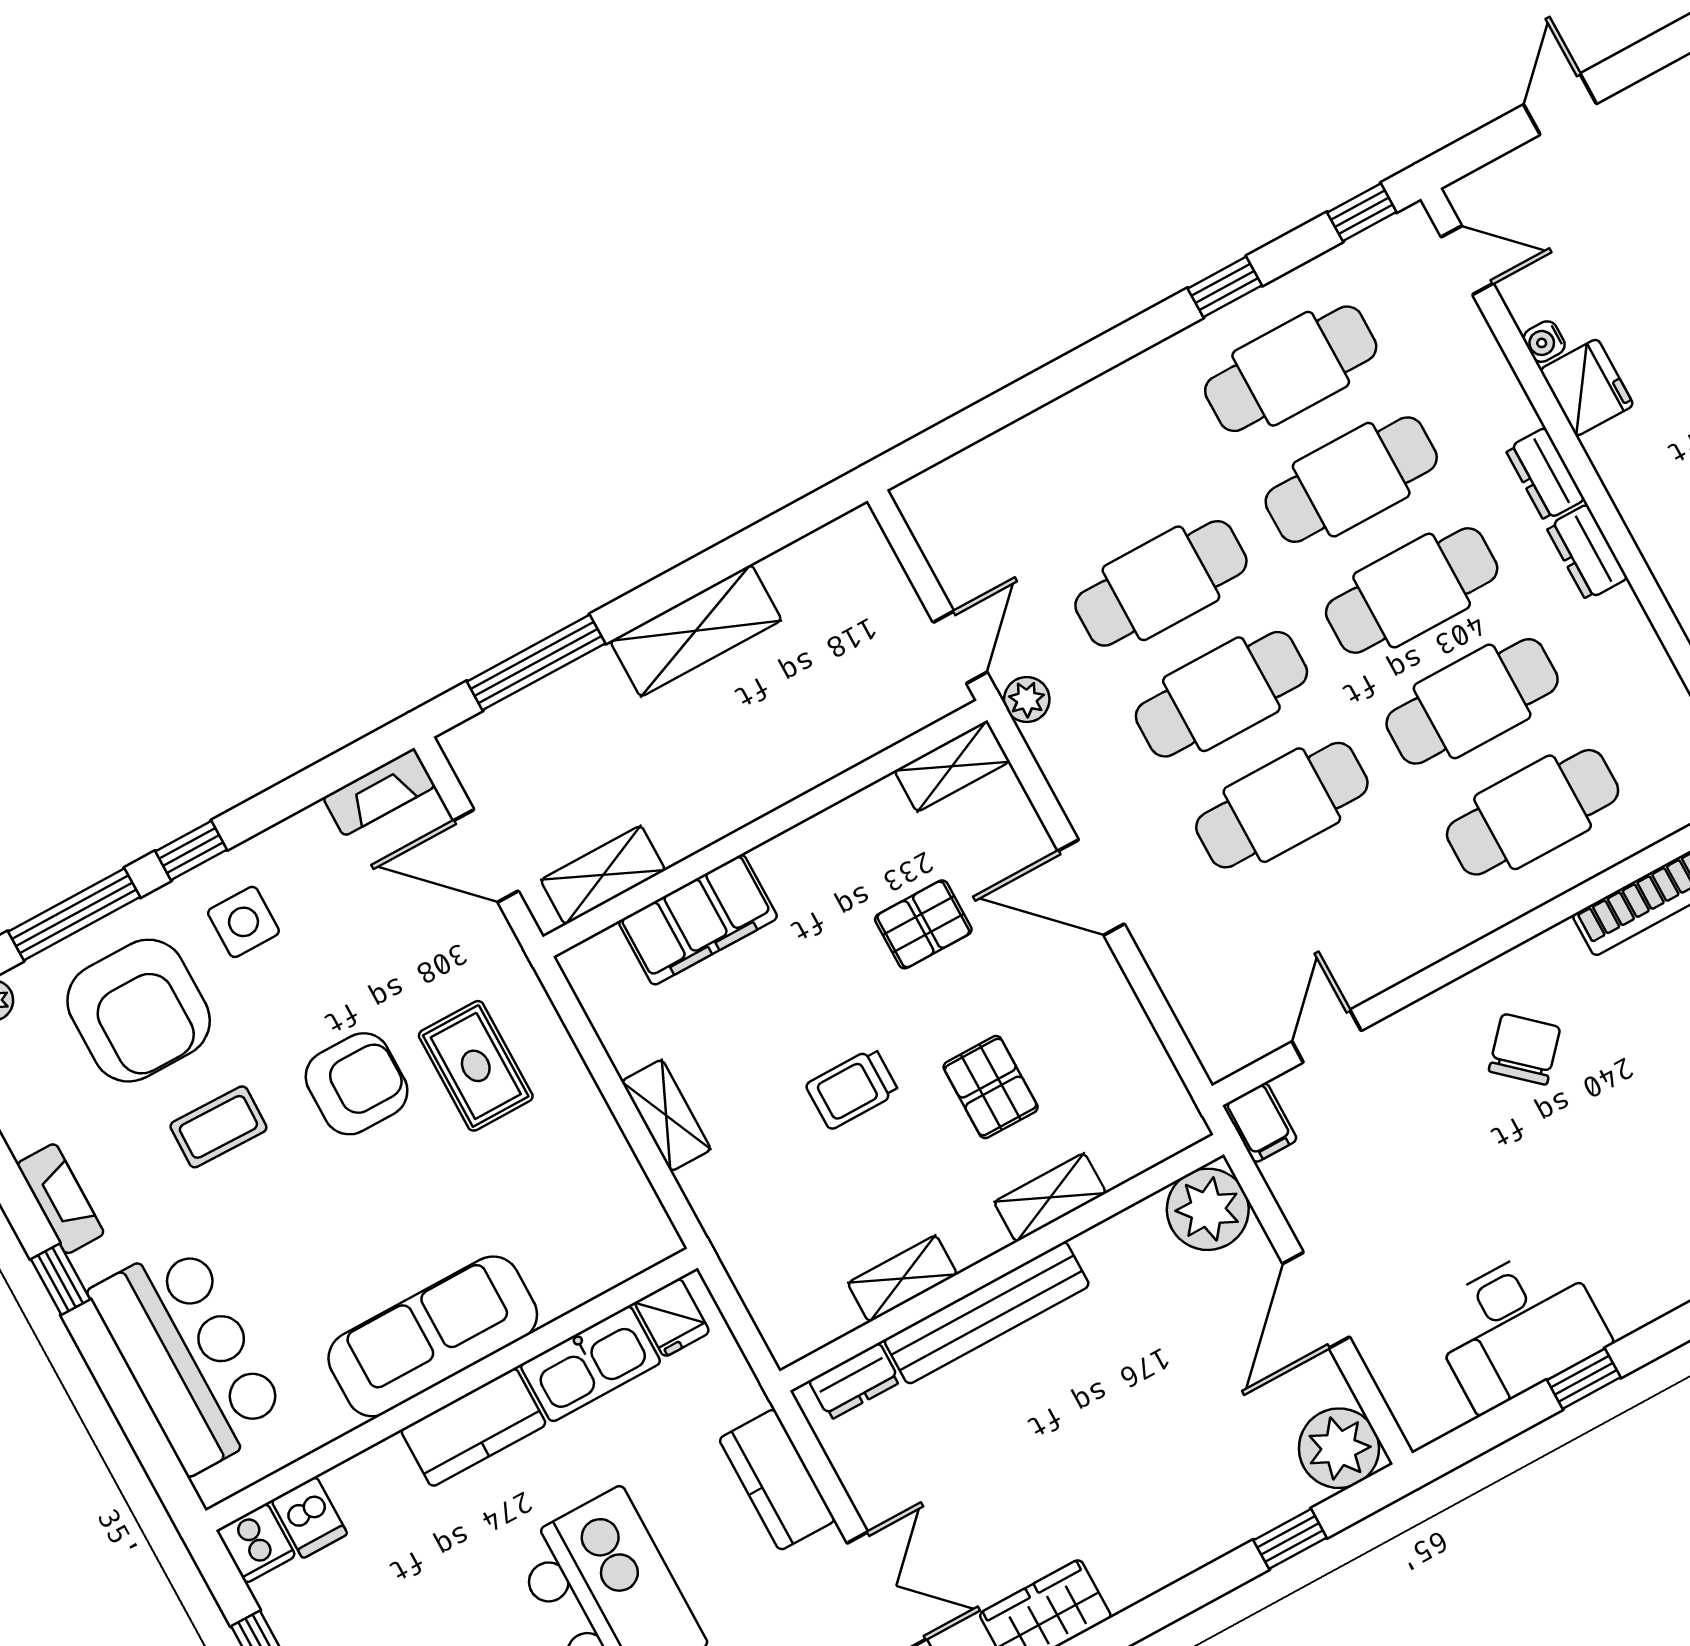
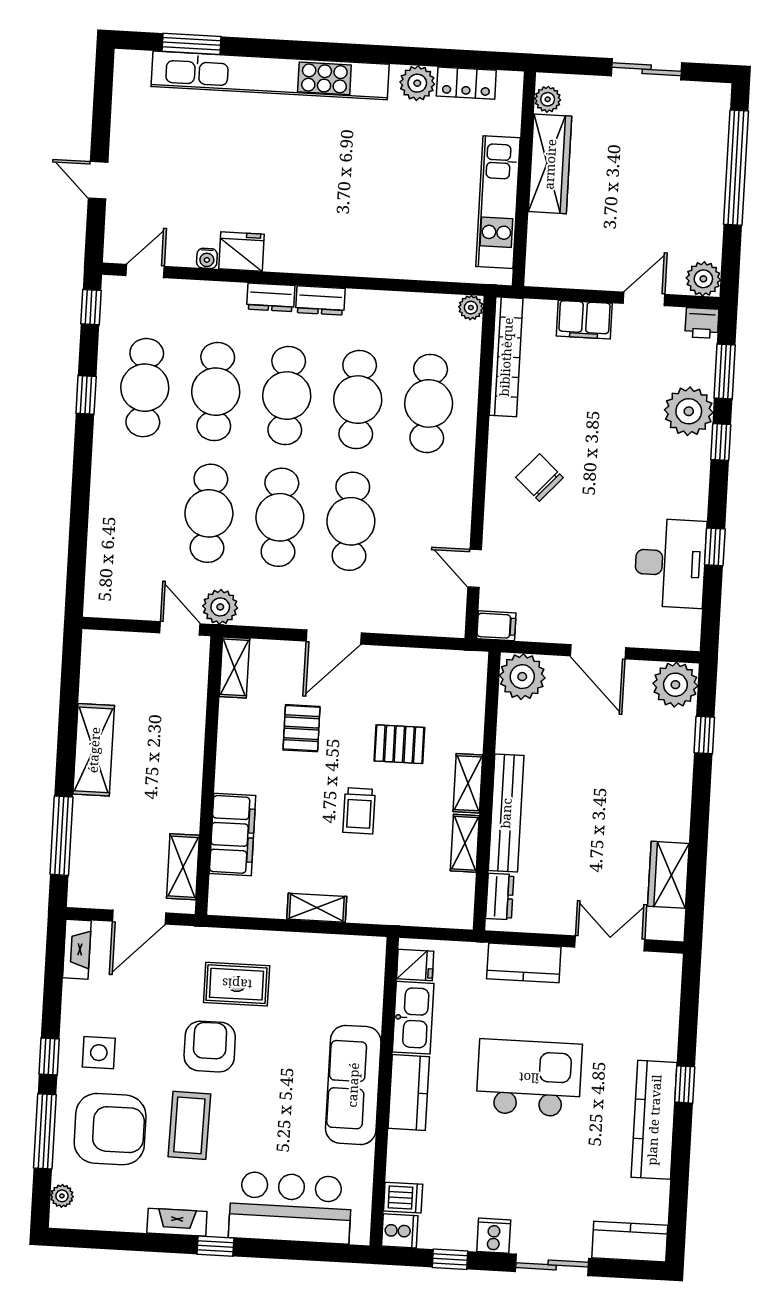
plant: (1027, 700) -> (220, 607), width x1.38, depth x1.38
coffee table: (218, 1127) -> (189, 1125), width x1.36, depth x1.30
shelving: (1050, 1198) -> (468, 783), moved

